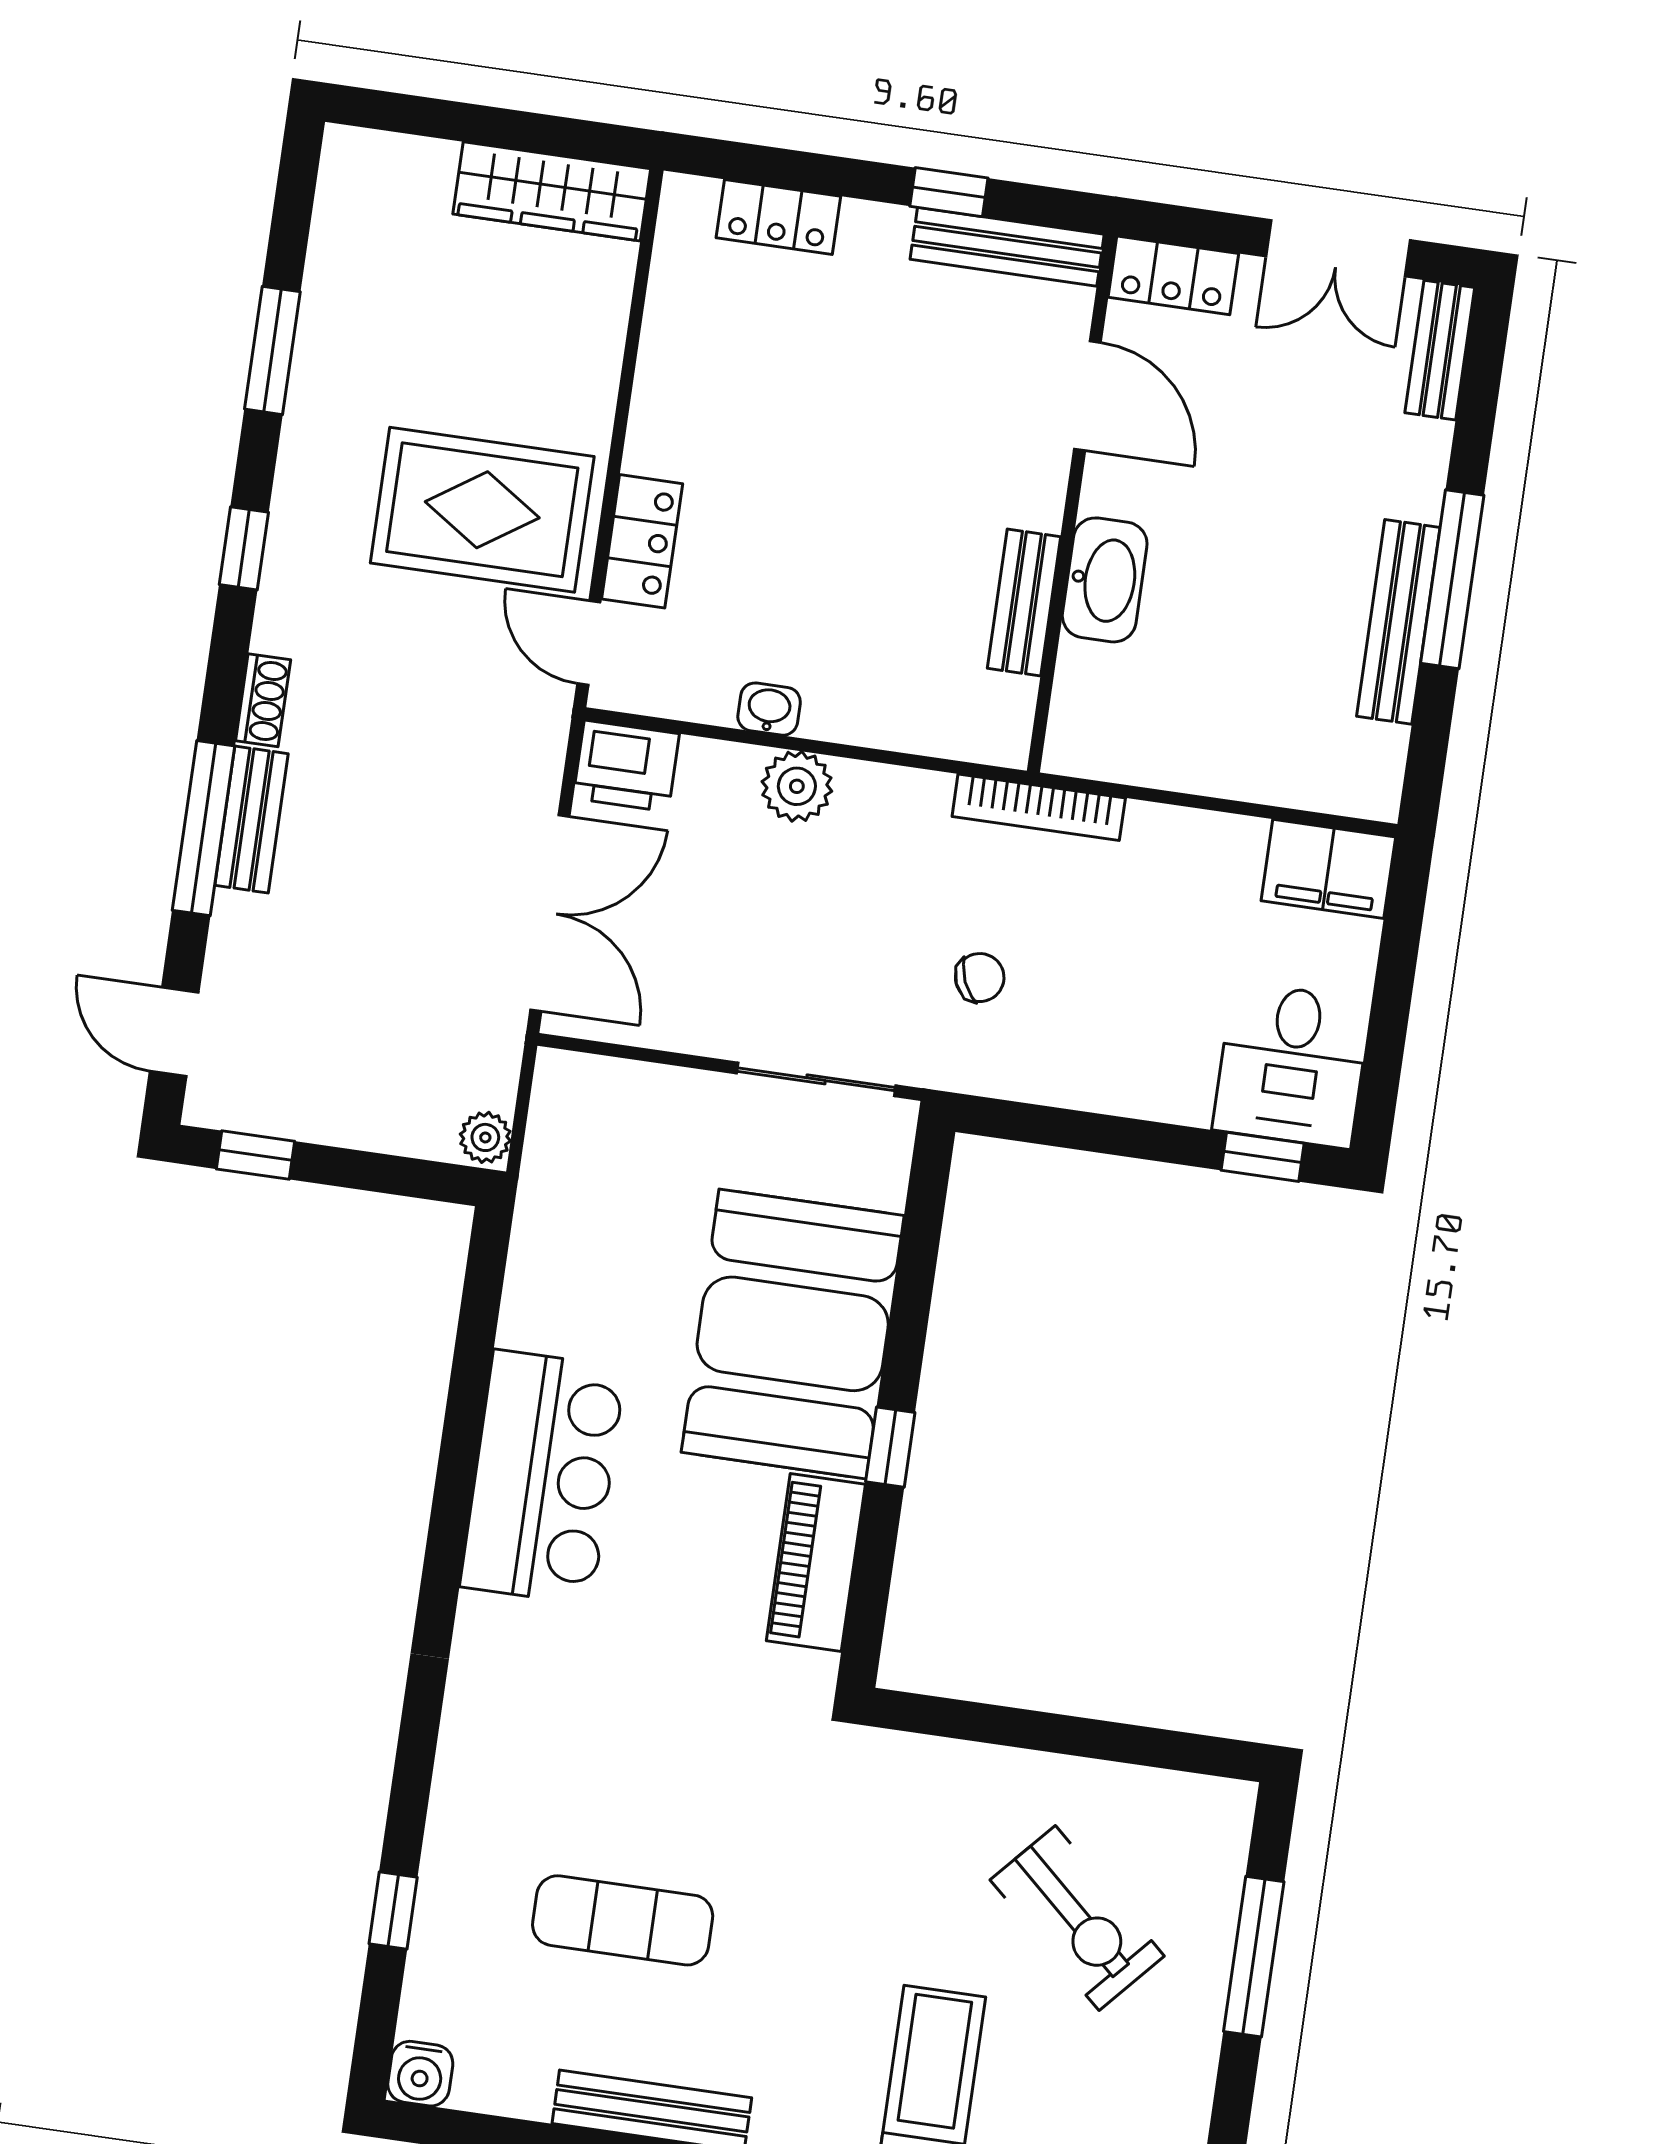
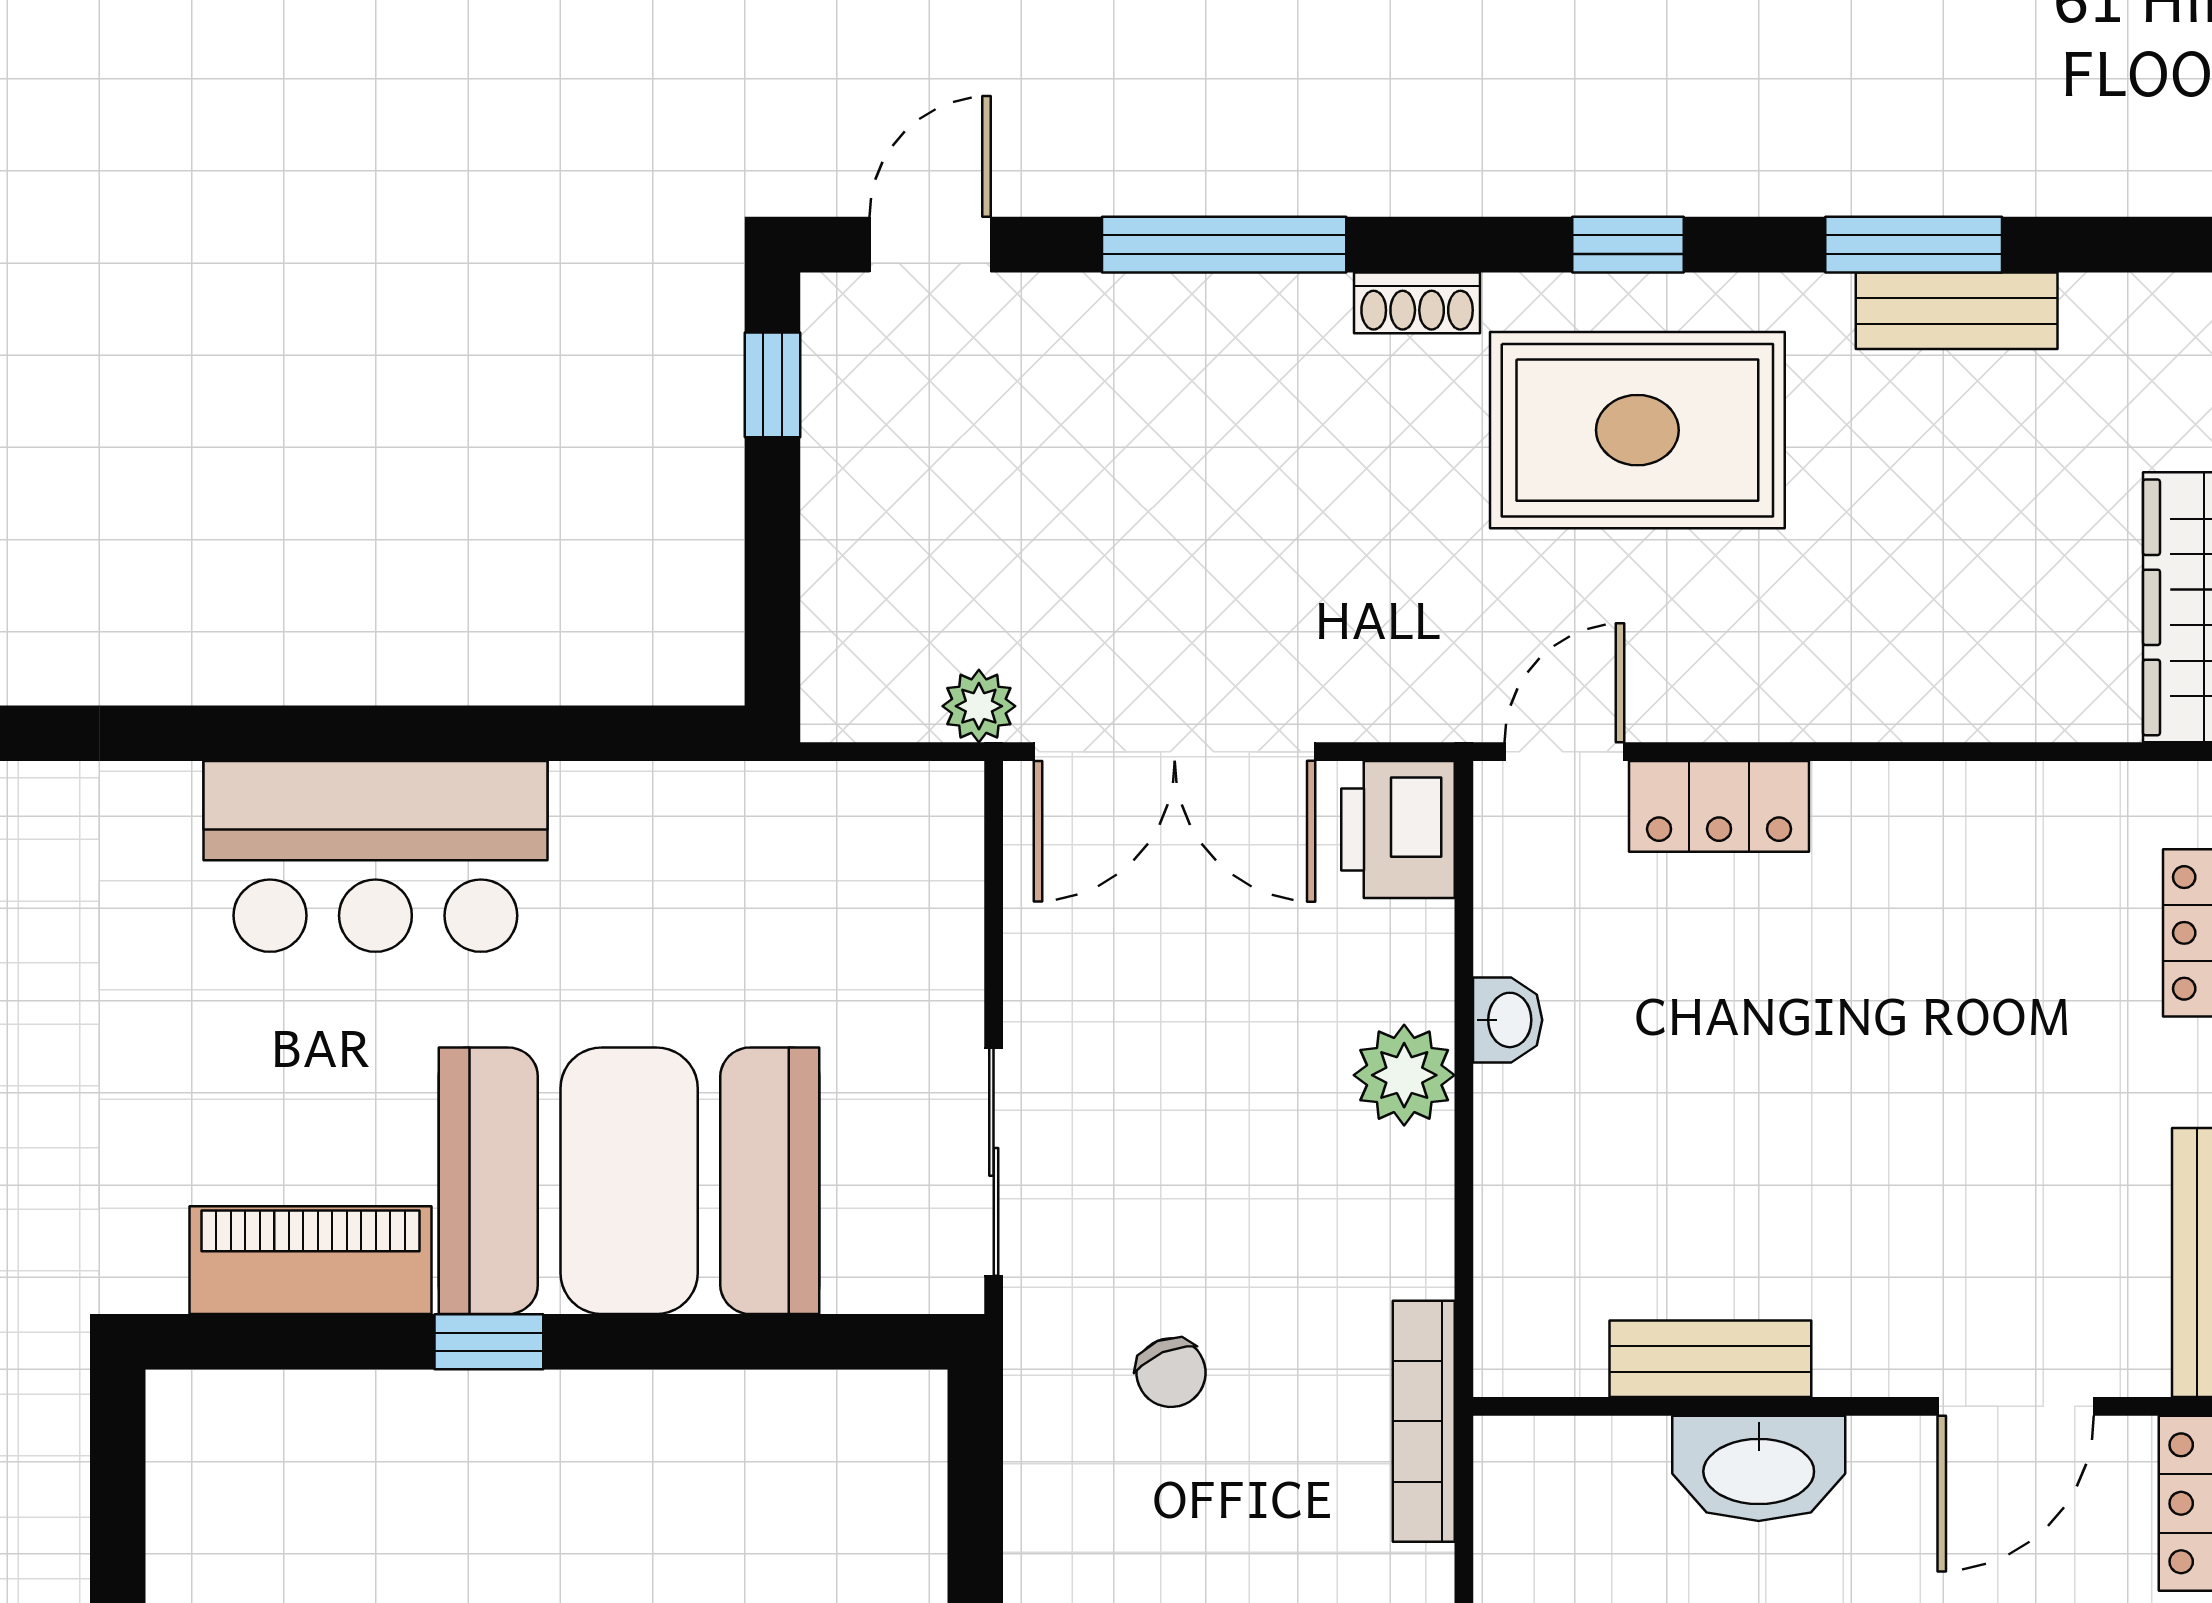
rug: (482, 510) -> (1637, 430), moved, turned 90
bench: (252, 820) -> (1957, 311), moved
plant: (485, 1137) -> (979, 706), moved

